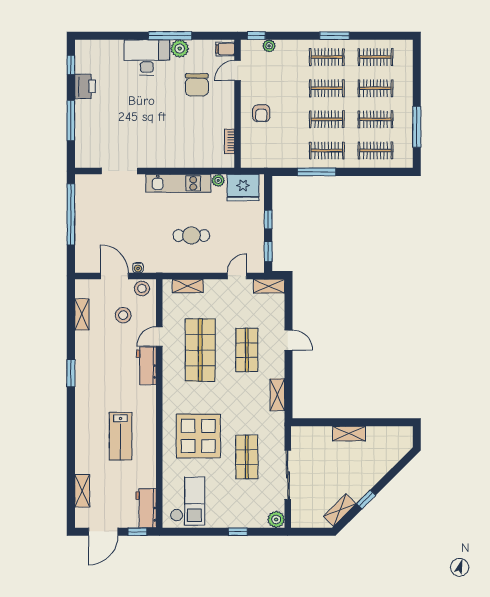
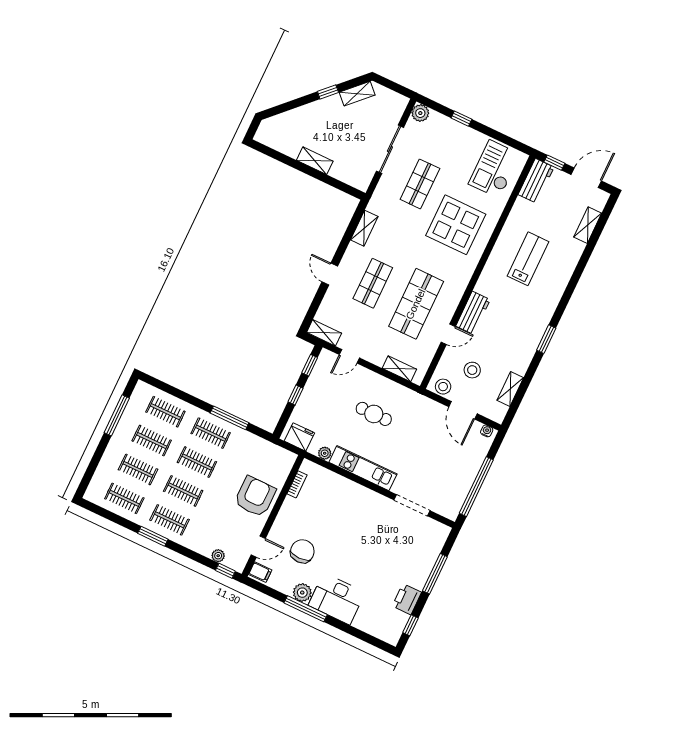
armchair: (261, 113) -> (255, 497), width x1.88, depth x1.88
fridge: (243, 188) -> (299, 437), width x0.73, depth x0.75
water cooler: (138, 268) -> (487, 431), moved

